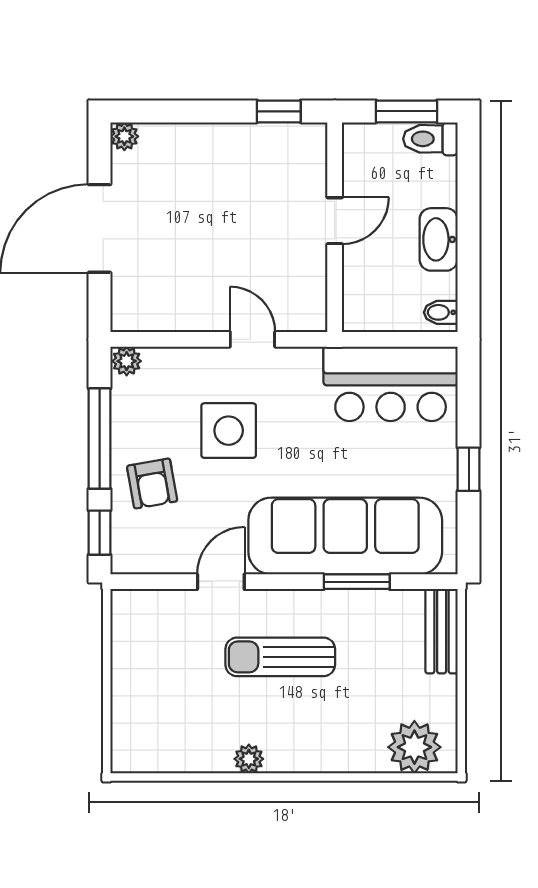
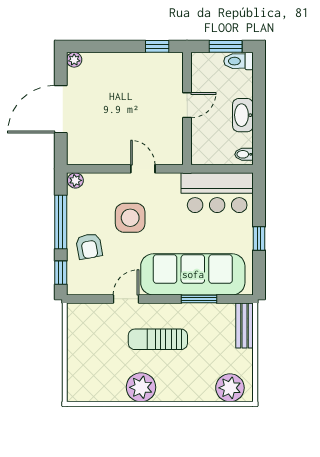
plant: (249, 759) -> (141, 387), width x1.88, depth x1.88

